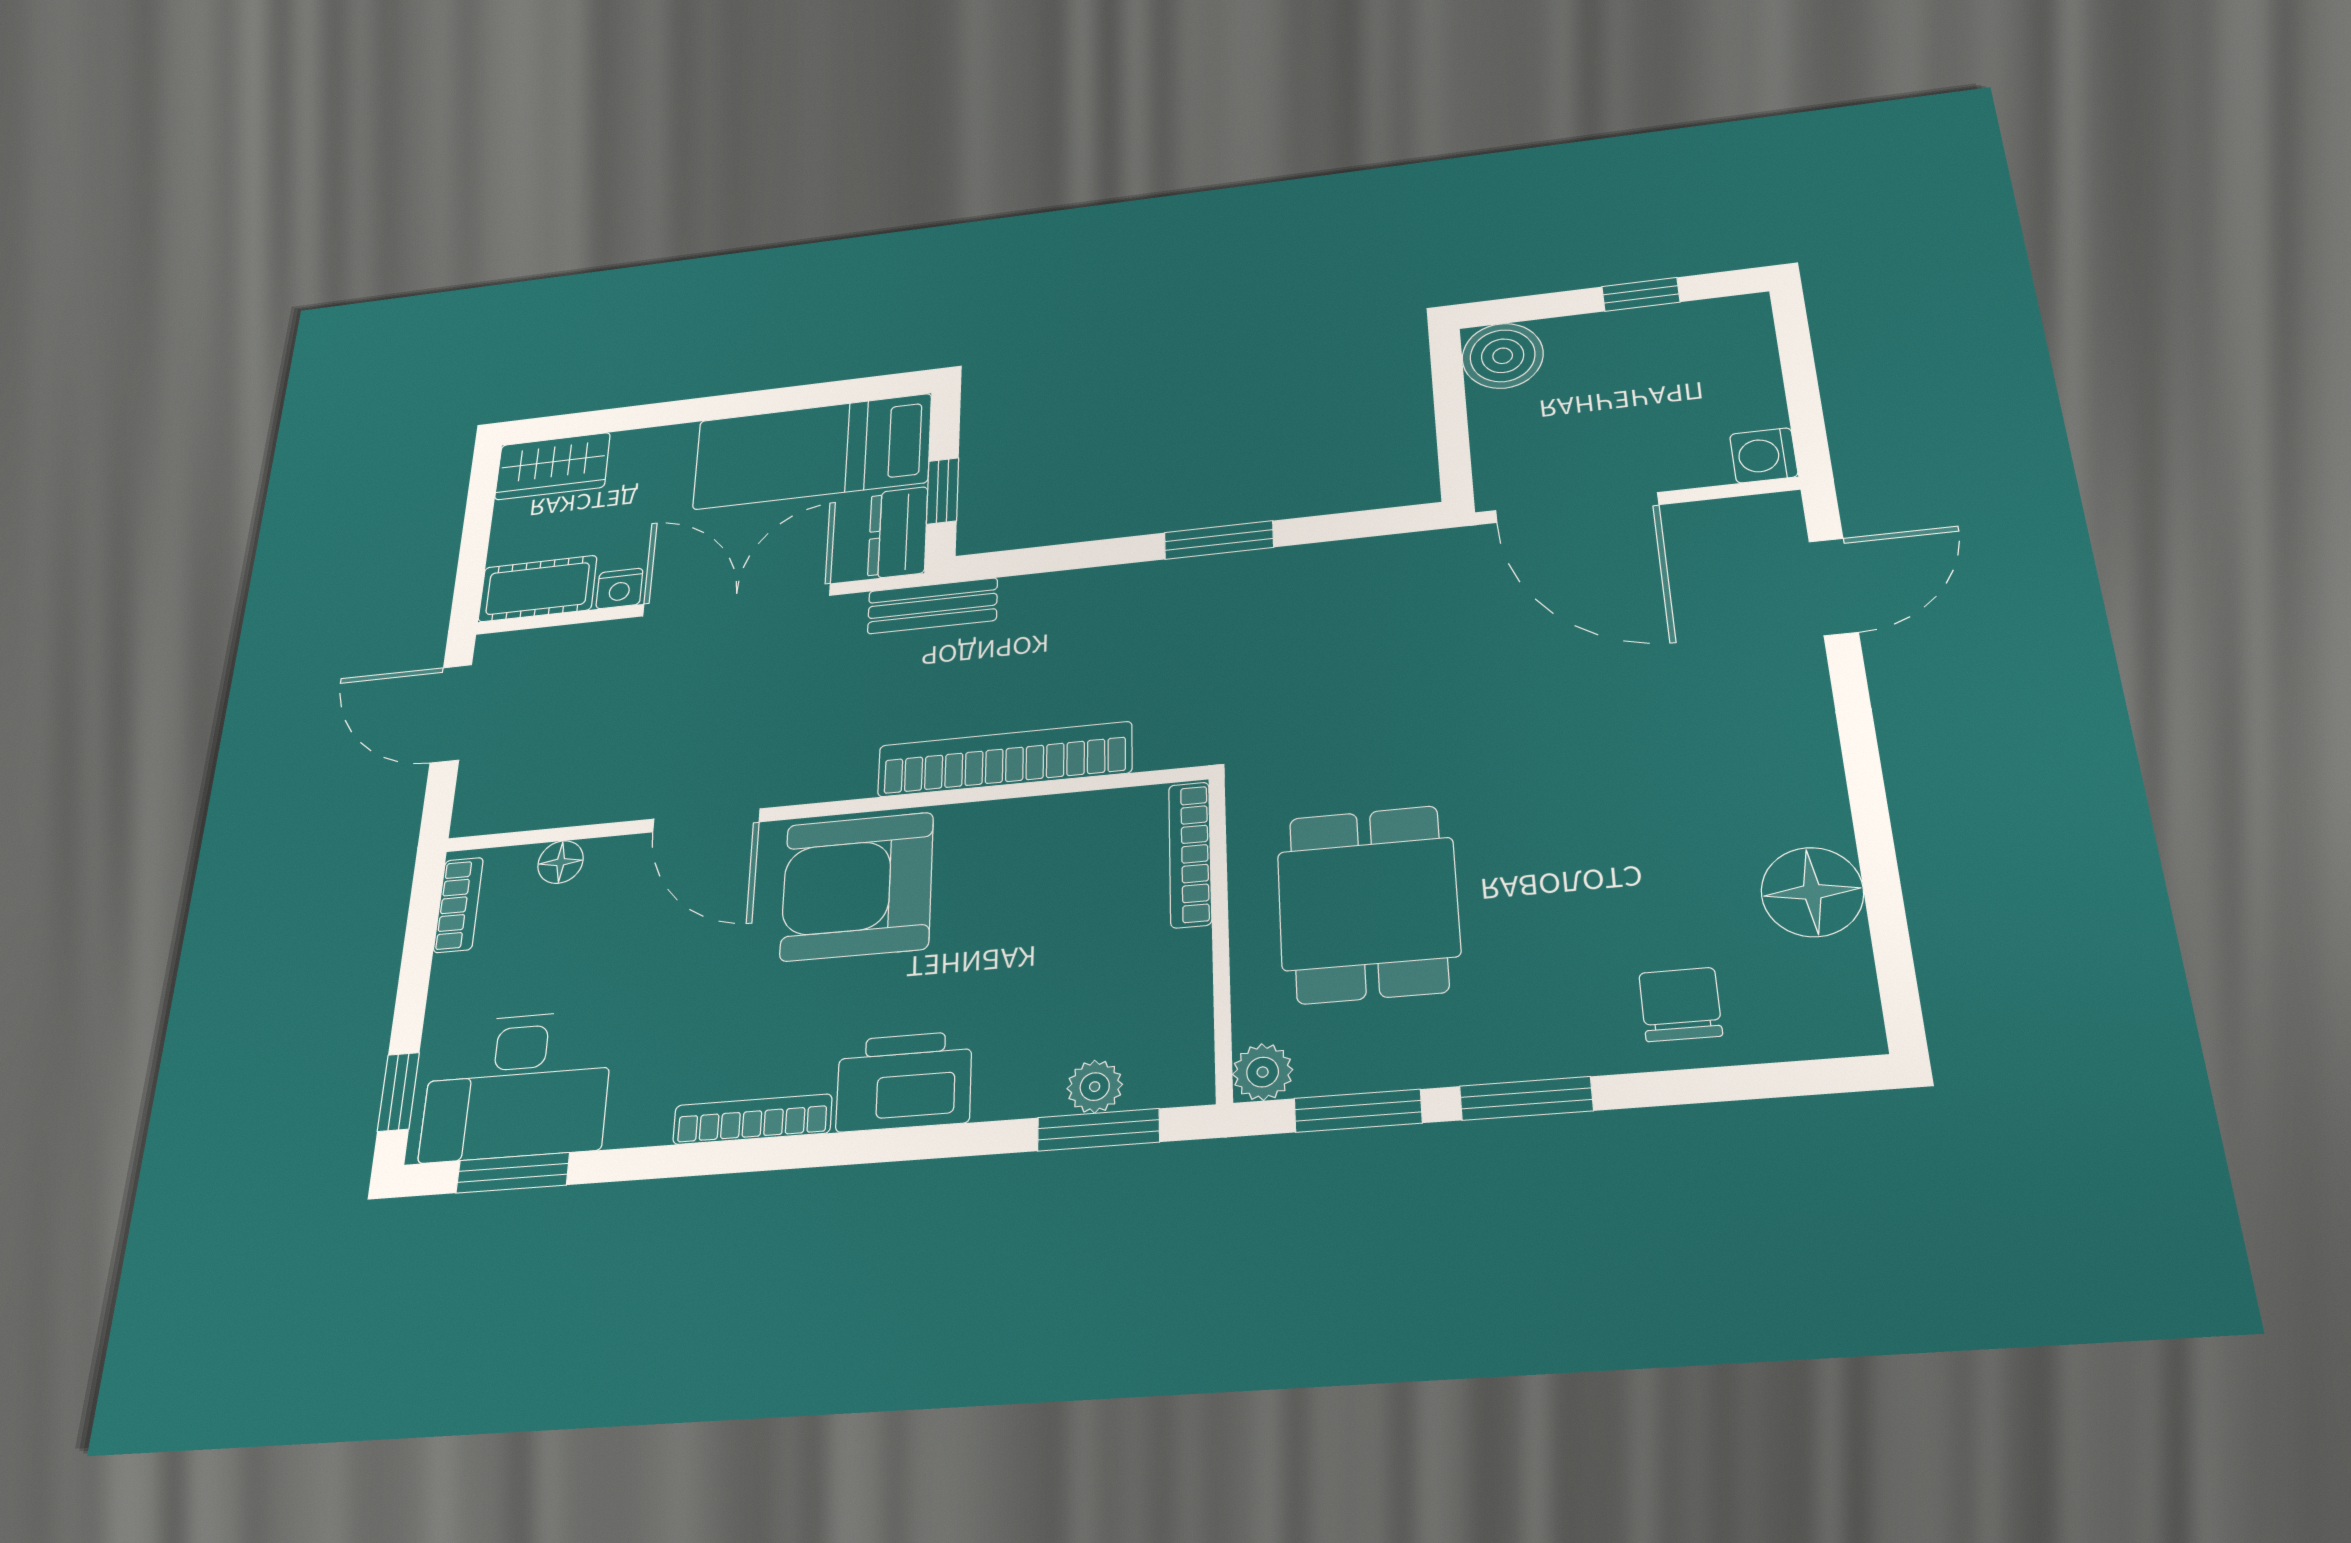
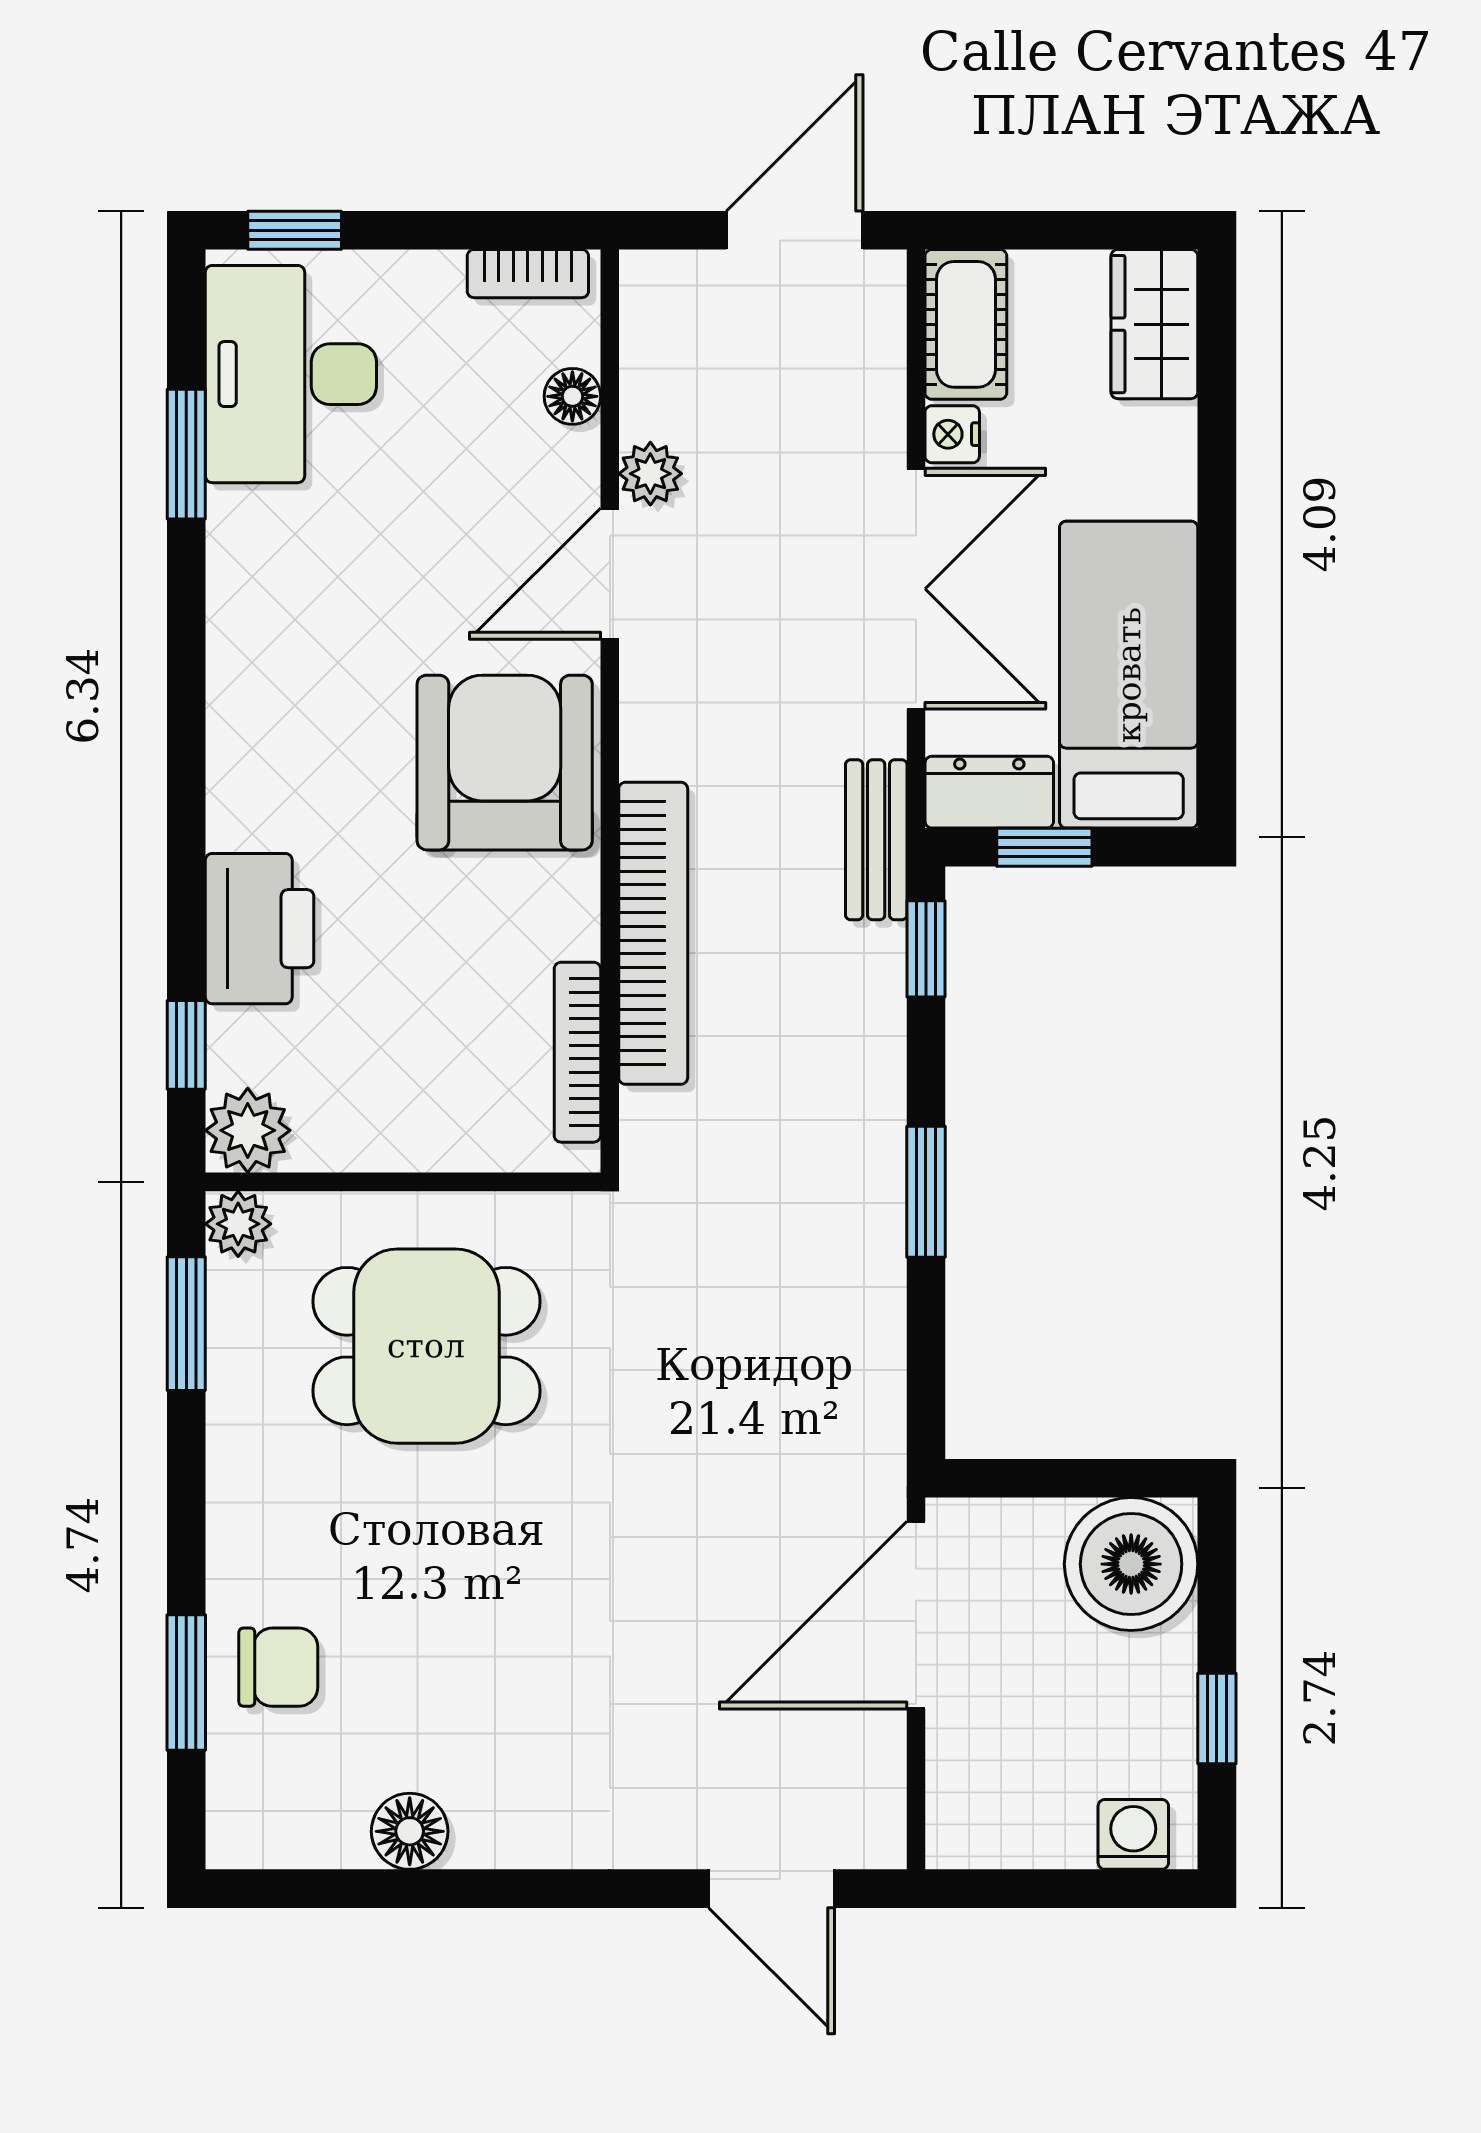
boiler: (1503, 356) -> (1131, 1564), width x1.37, depth x1.37
washing machine: (1764, 455) -> (1133, 1834), moved
window: (1021, 562) -> (926, 949), added
plant: (628, 798) -> (650, 474), added
bookcase: (1190, 854) -> (577, 1052), moved, turned -90
floor lamp: (1812, 892) -> (410, 1831), width x0.73, depth x0.73
printer: (904, 1081) -> (260, 929), moved
plant: (1095, 1087) -> (248, 1130), moved, width x1.38, depth x1.38
window: (1526, 1098) -> (186, 1682), moved
bookcase: (752, 1119) -> (228, 656), removed
window: (1098, 1130) -> (186, 1045), width x0.67
window: (513, 1173) -> (186, 454), moved

